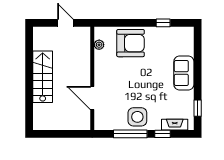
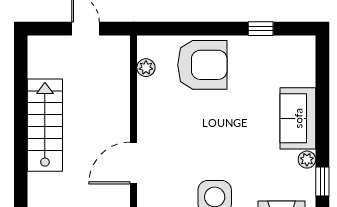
plant: (189, 96) -> (307, 160), added
door: (92, 98) -> (134, 163), hinge flipped

